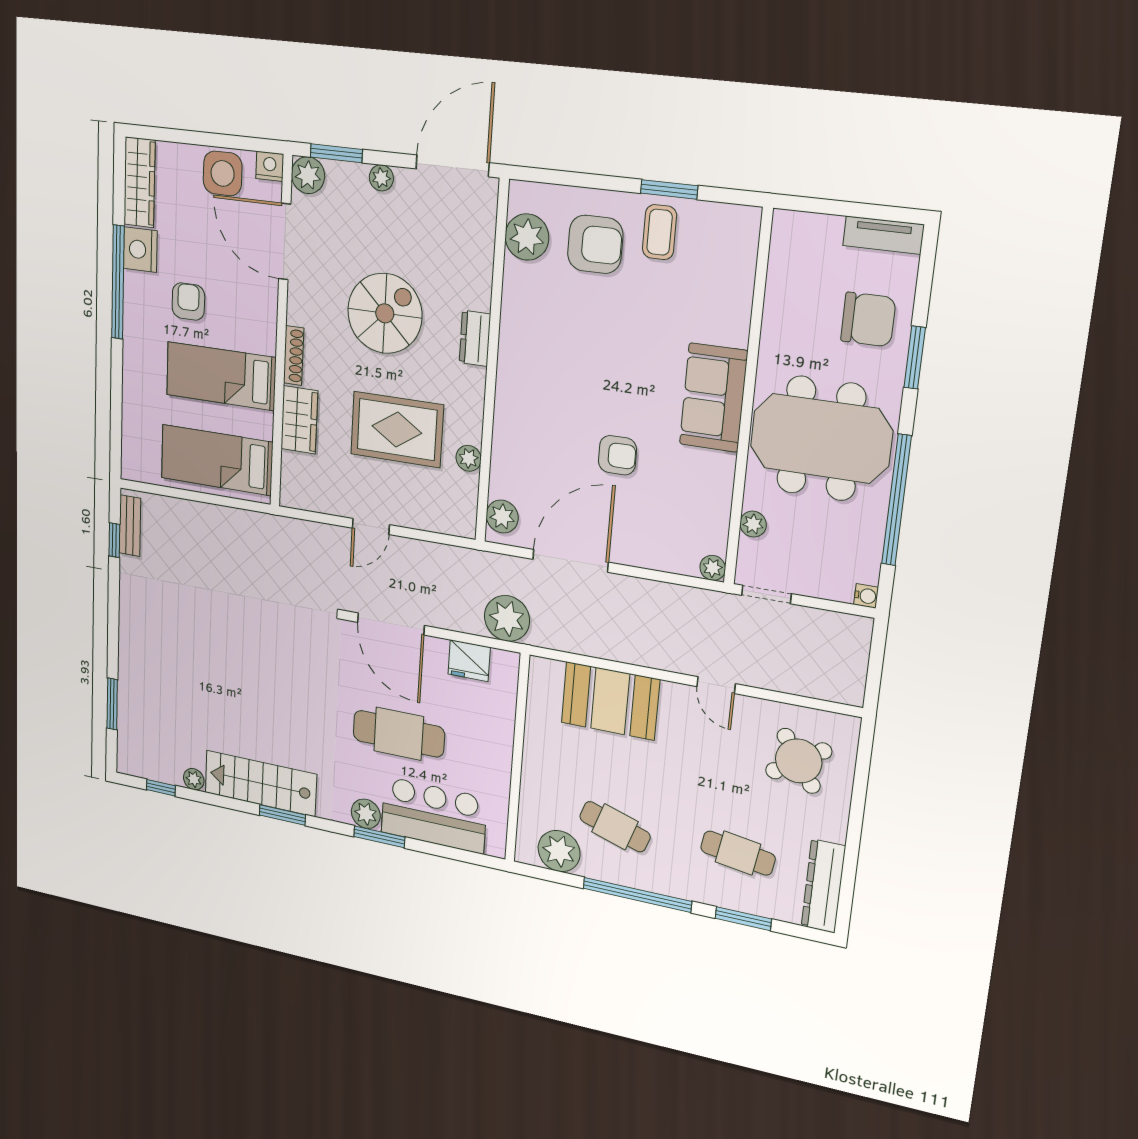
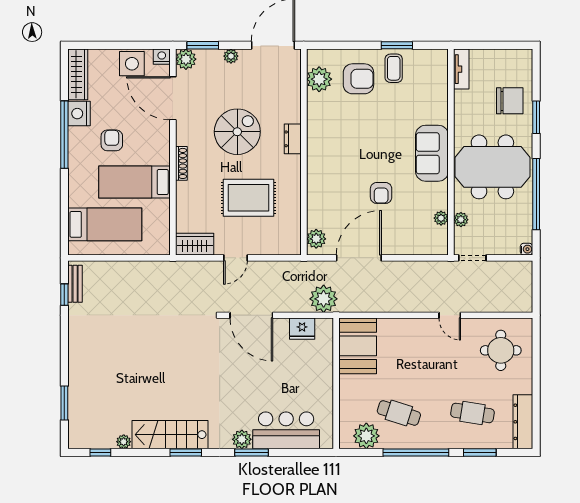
tv unit: (883, 235) -> (461, 69), moved, turned -90
wardrobe: (299, 420) -> (195, 244), moved, turned -90
armchair: (617, 455) -> (381, 193), turned 90
plant: (469, 458) -> (294, 208), removed
bed: (217, 460) -> (105, 224), moved, turned 180
plant: (713, 568) -> (441, 218), moved
booth: (610, 701) -> (358, 346), moved, turned 90
cafe table: (399, 734) -> (260, 383), removed
round table: (799, 761) -> (501, 350), turned 34

